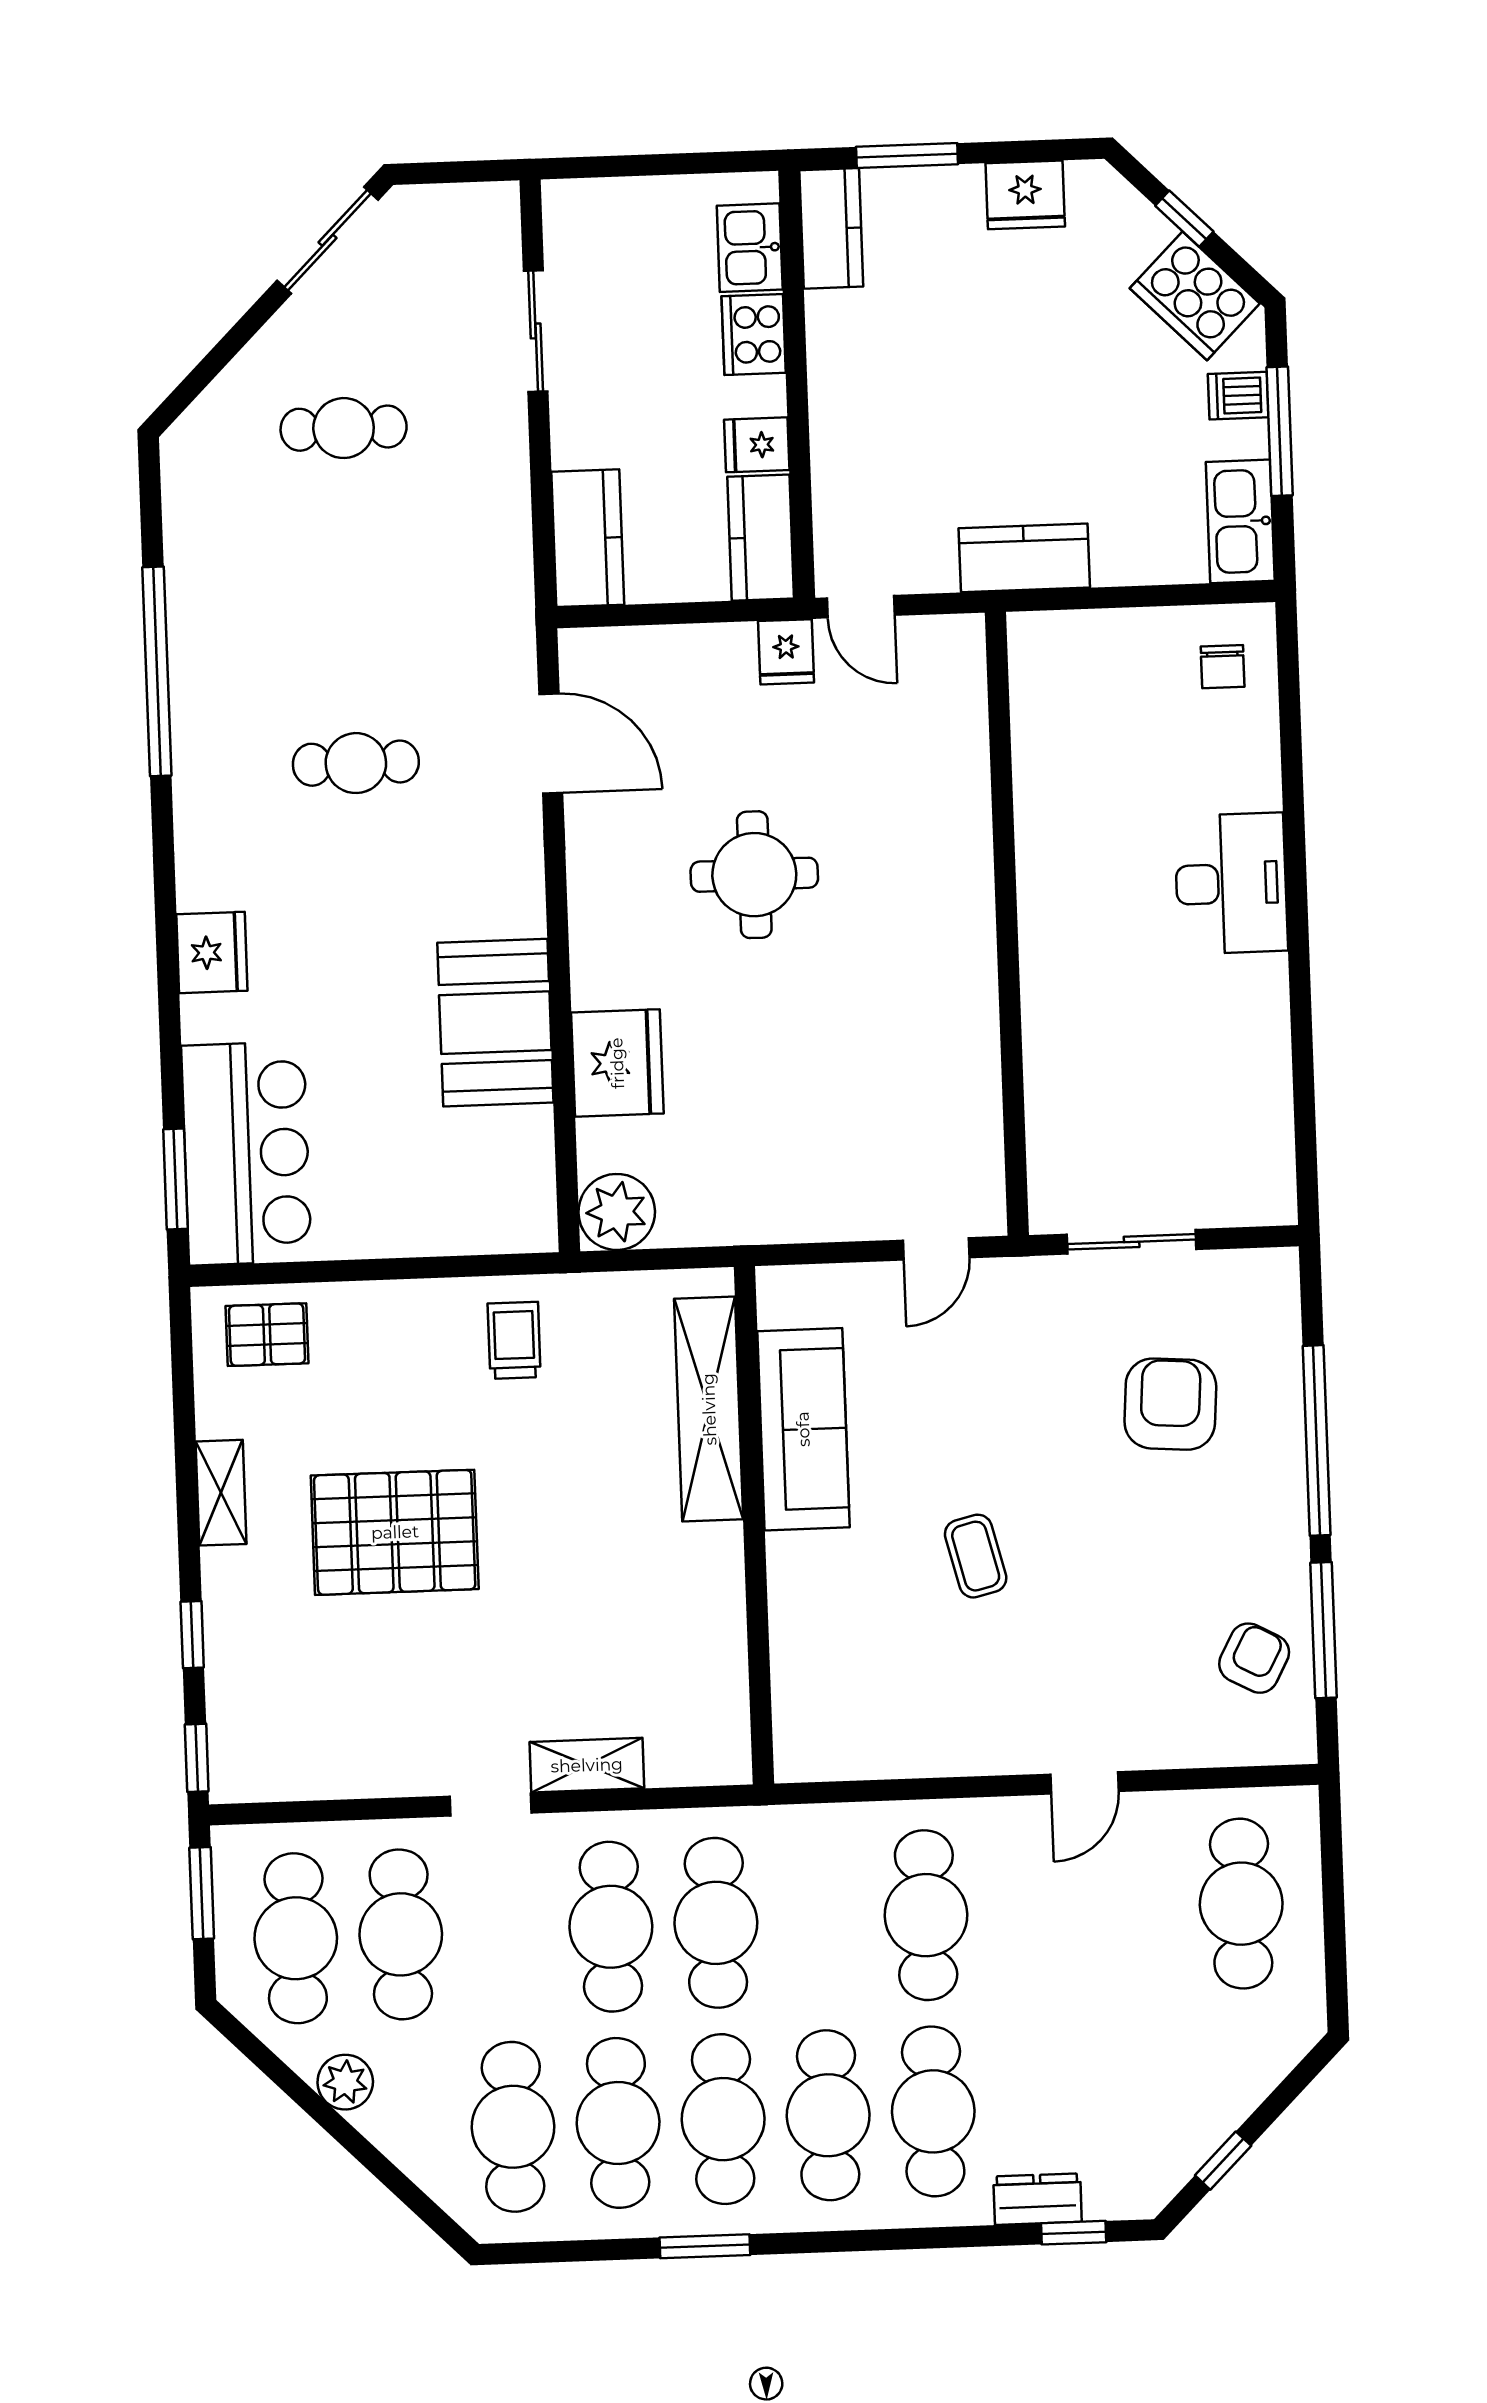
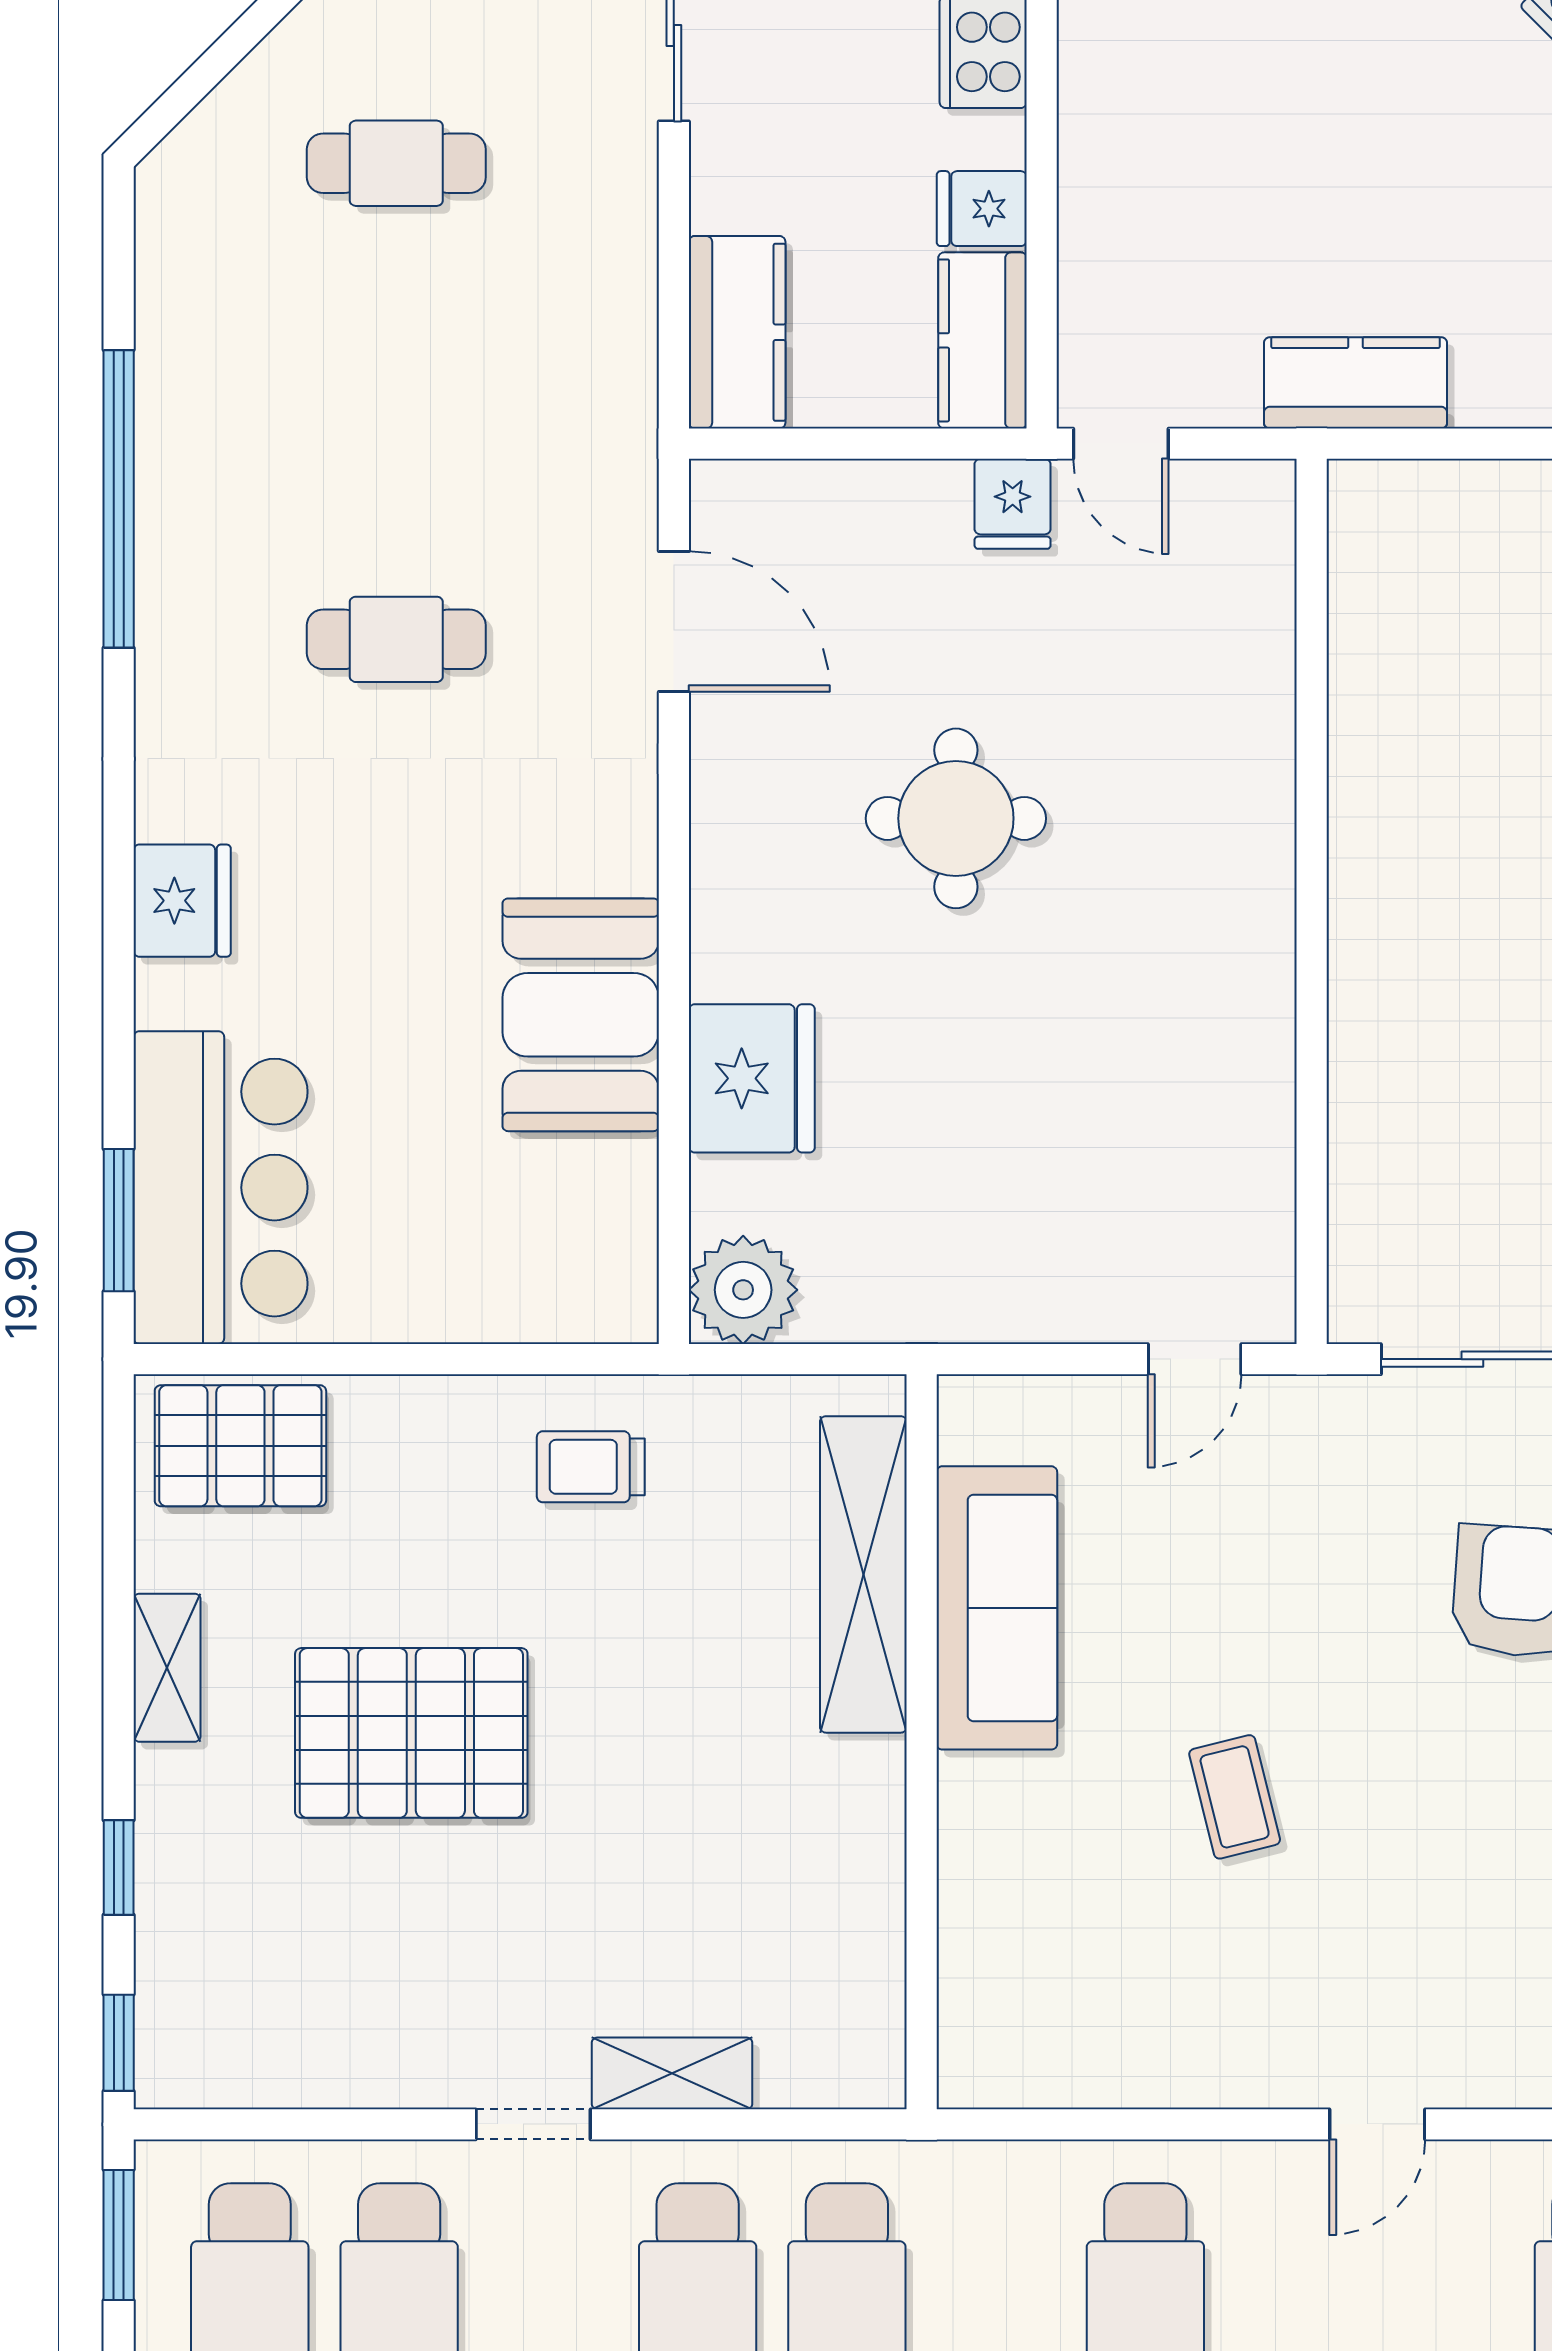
pallet: (267, 1335) -> (240, 1446), width x1.50, depth x1.42
trolley: (514, 1340) -> (591, 1467), turned -90

